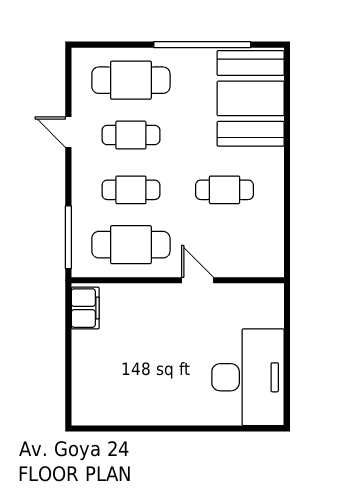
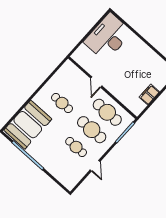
cafe table: (131, 80) -> (60, 164), removed
cafe table: (131, 190) -> (92, 130), width x1.37, depth x1.35
filing cabinet: (85, 308) -> (149, 95), moved

